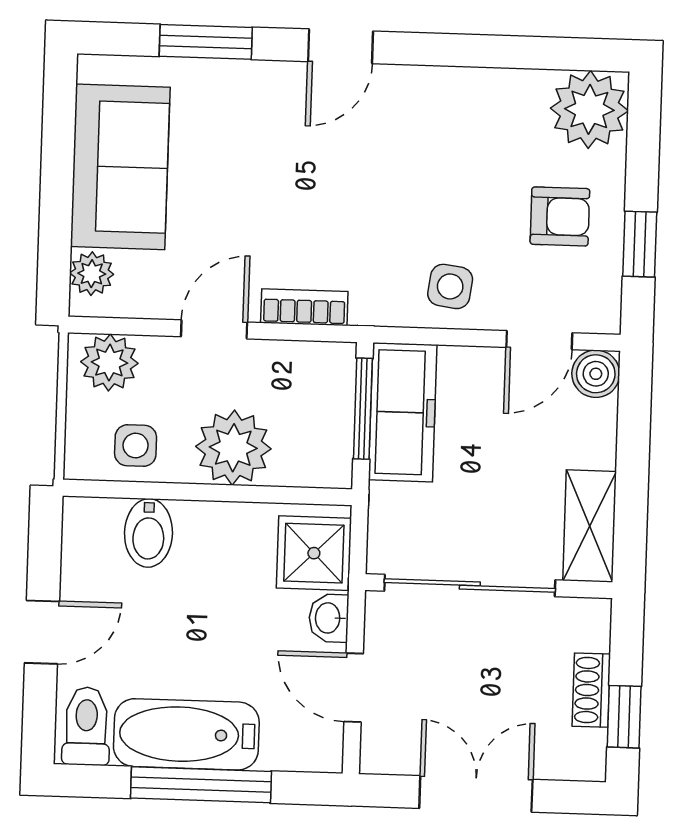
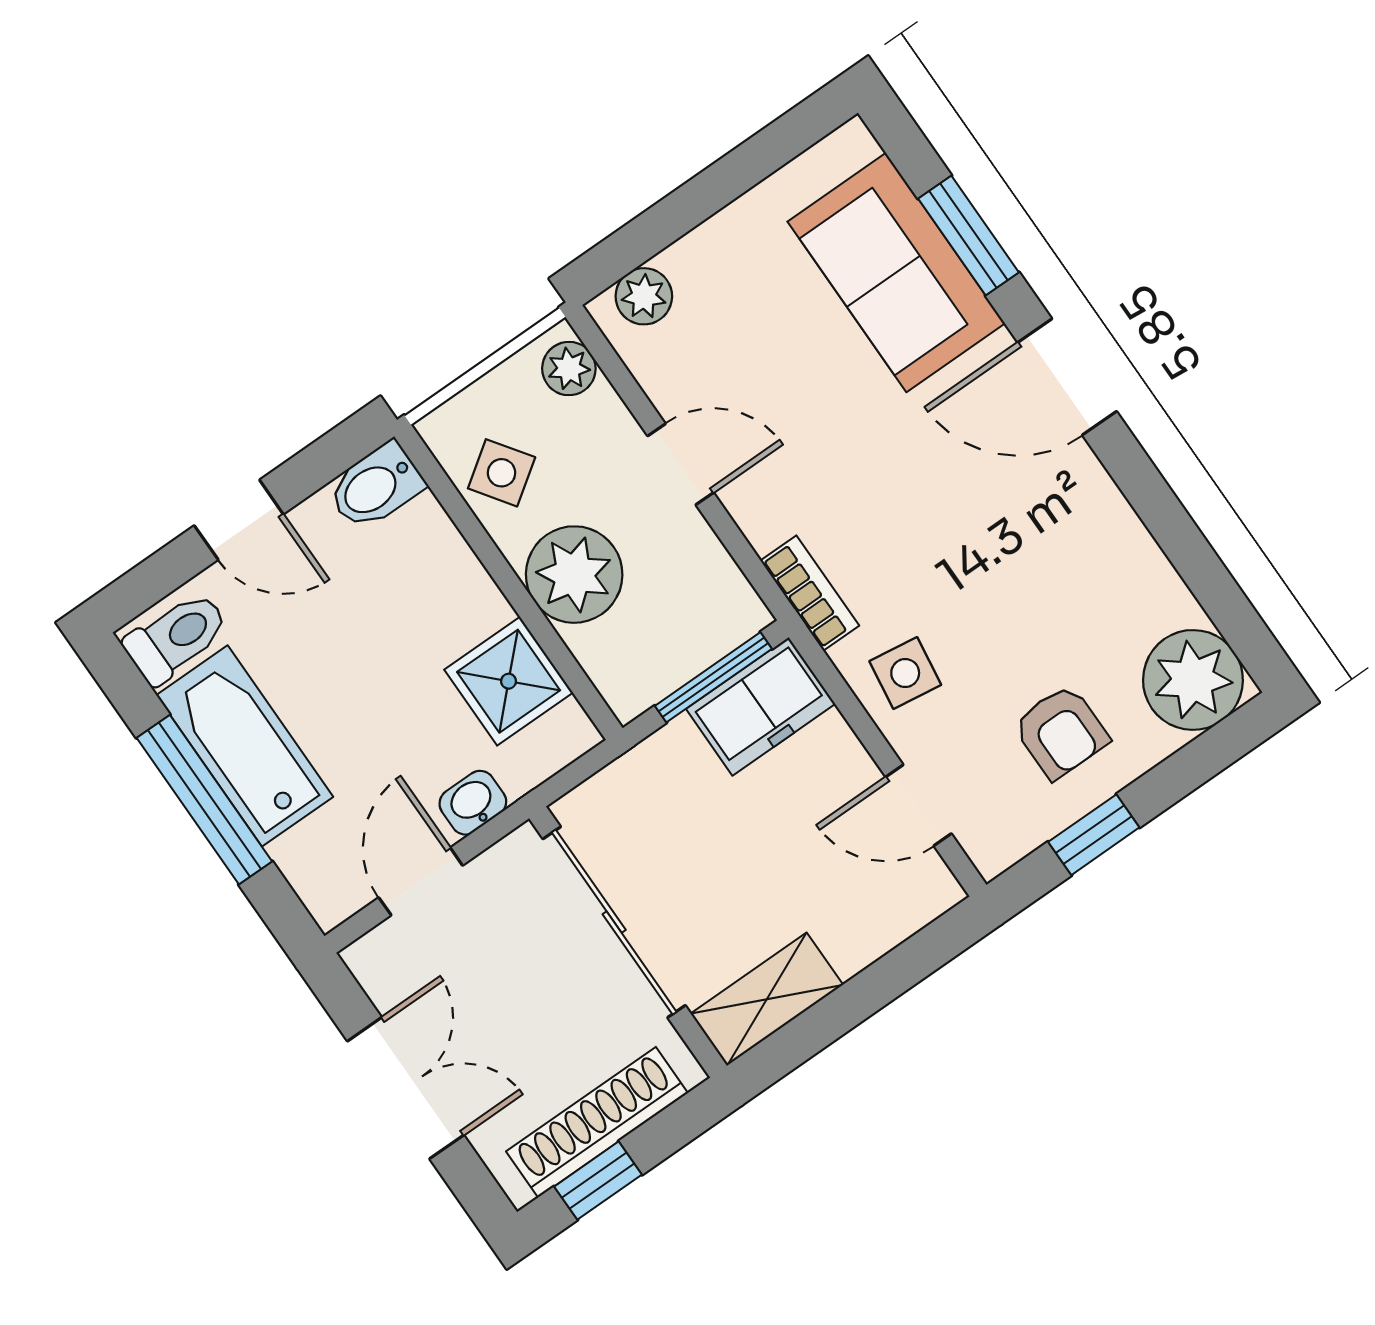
door: (341, 46) -> (1067, 377), width x1.38
sofa: (120, 167) -> (896, 273), moved, turned 90
bookcase: (304, 307) -> (810, 593), moved
plant: (109, 363) -> (569, 369), width x0.73, depth x0.73
boiler: (596, 374) -> (927, 889), removed
freezer: (403, 412) -> (761, 706), width x0.71
side table: (136, 445) -> (502, 473), turned -35
bidet: (148, 533) -> (375, 486), moved
shower: (314, 553) -> (509, 681), moved
shoe rack: (591, 690) -> (597, 1122), width x1.94, depth x1.24

